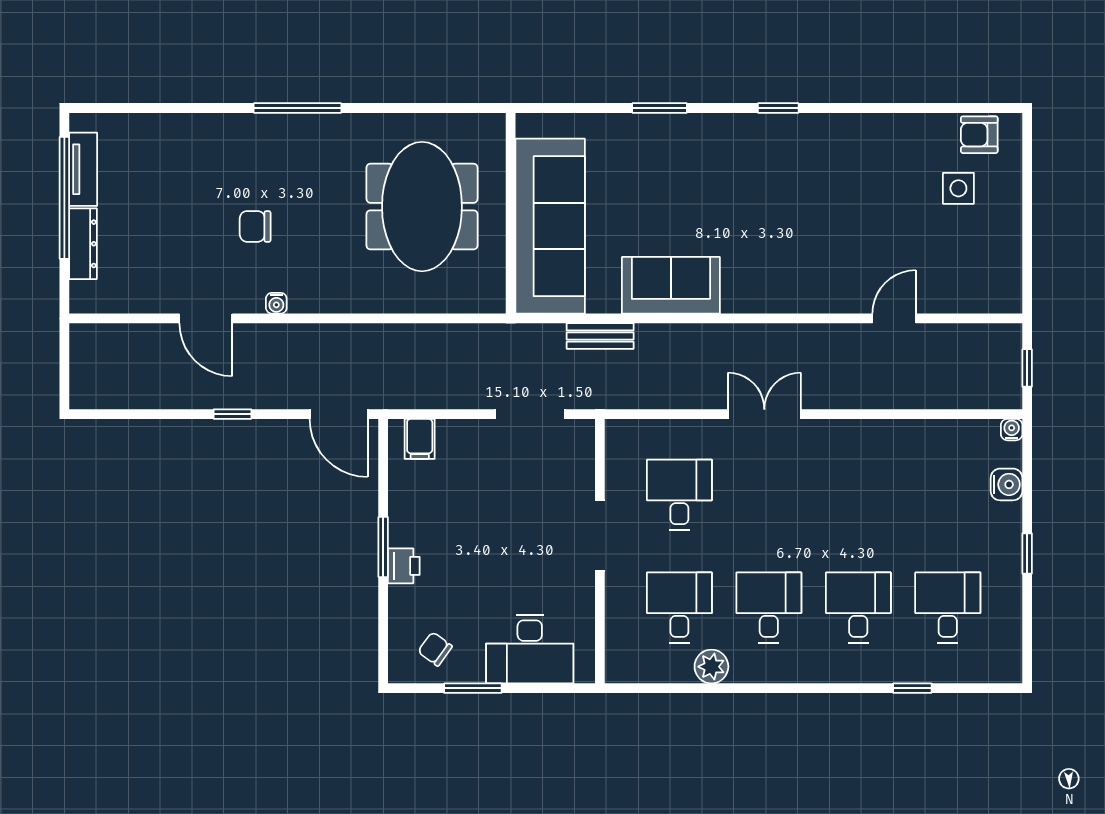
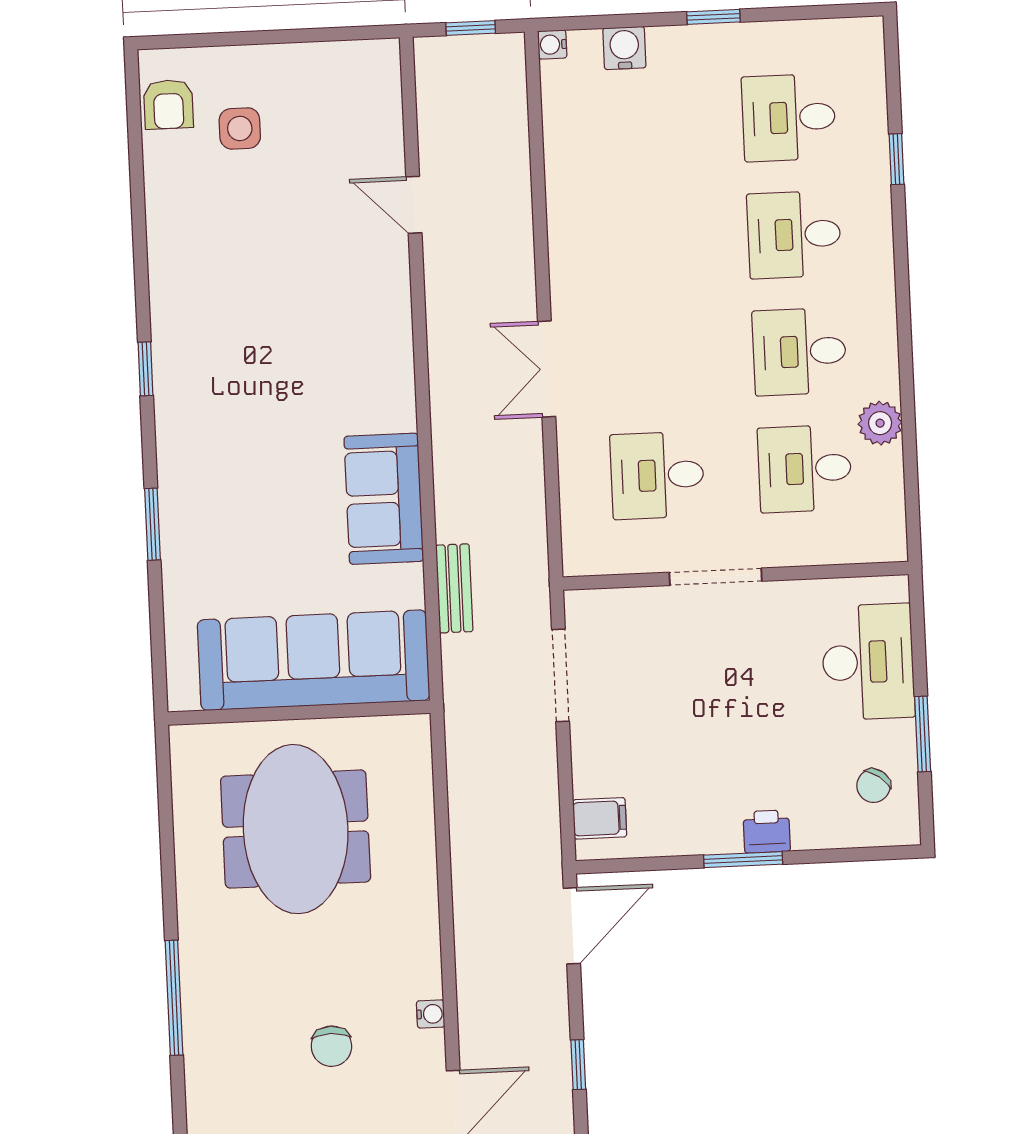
meeting table: (422, 207) -> (296, 829), turned 90

